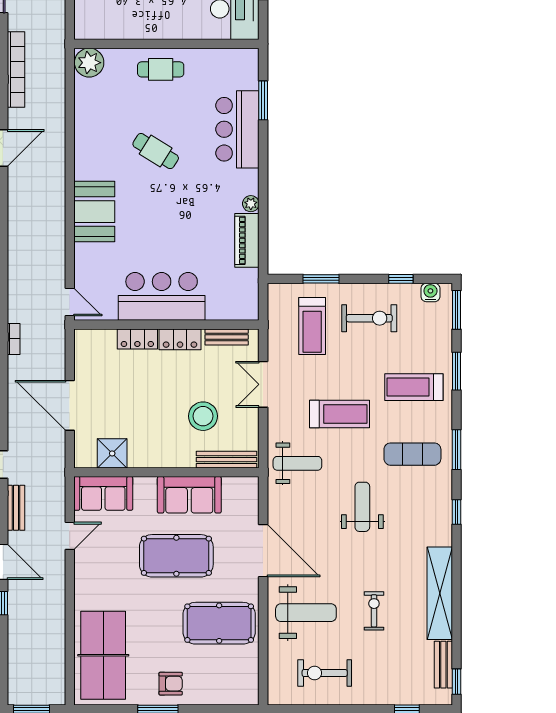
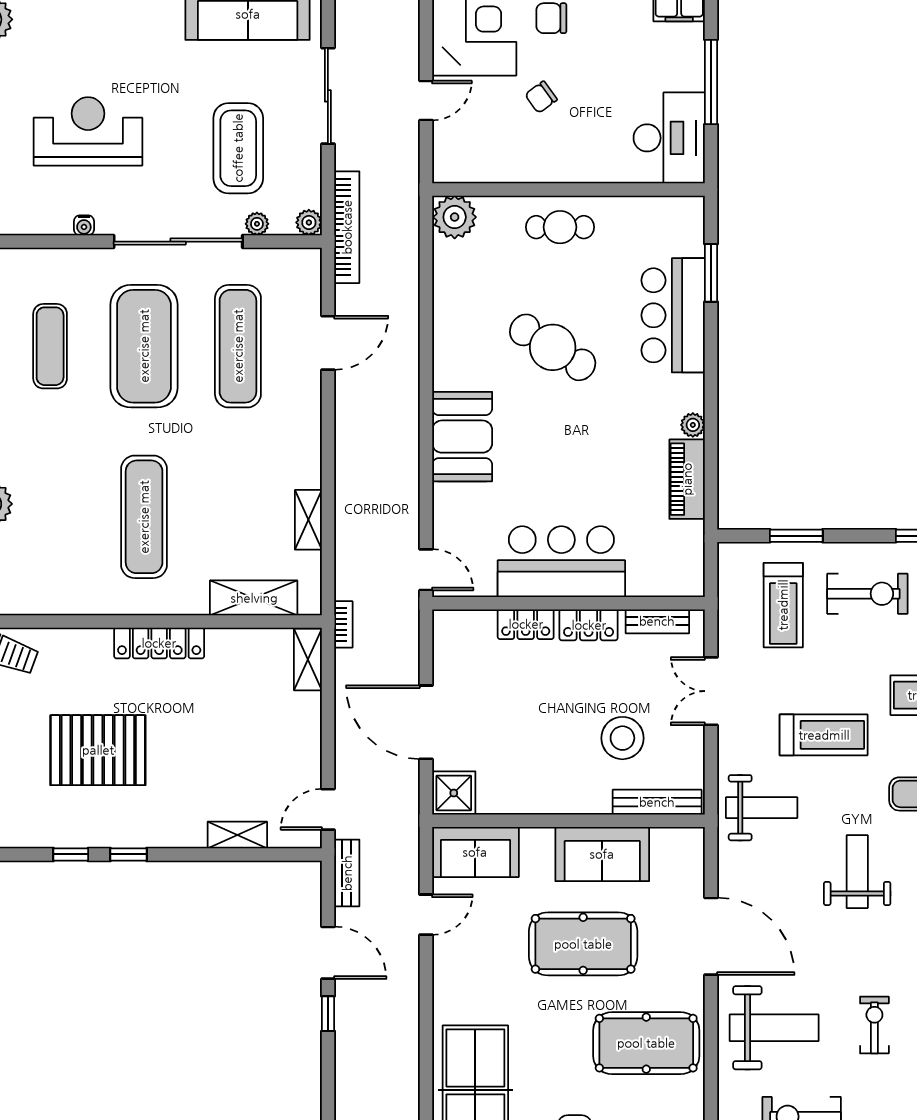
cafe table: (156, 151) -> (553, 347), width x1.37, depth x1.35
shower: (112, 453) -> (454, 793), moved

